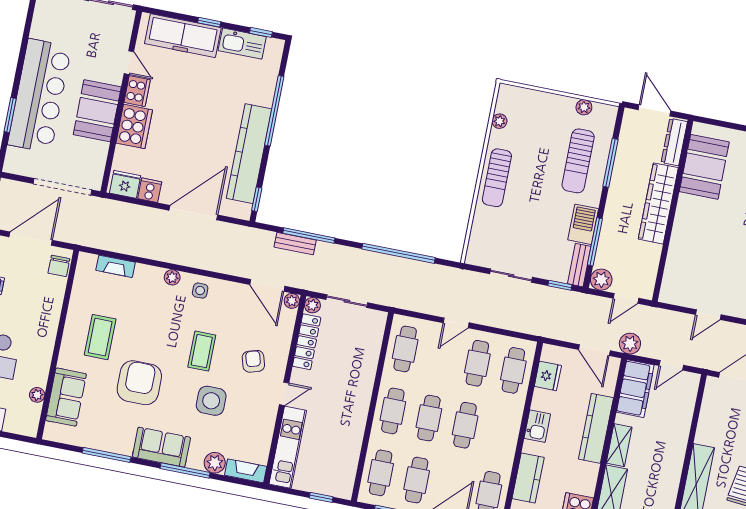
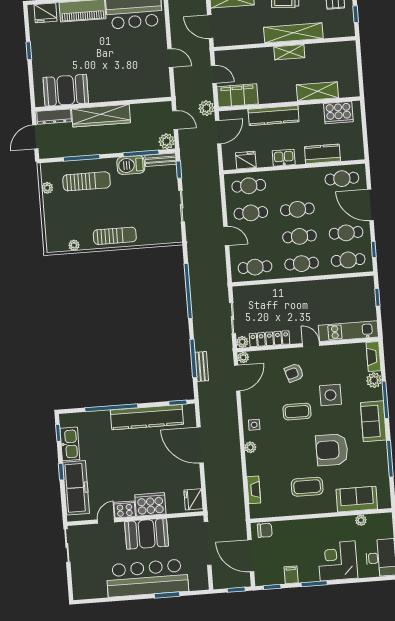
cooker: (150, 190) -> (193, 481), removed
shelving: (619, 445) -> (289, 52), moved

